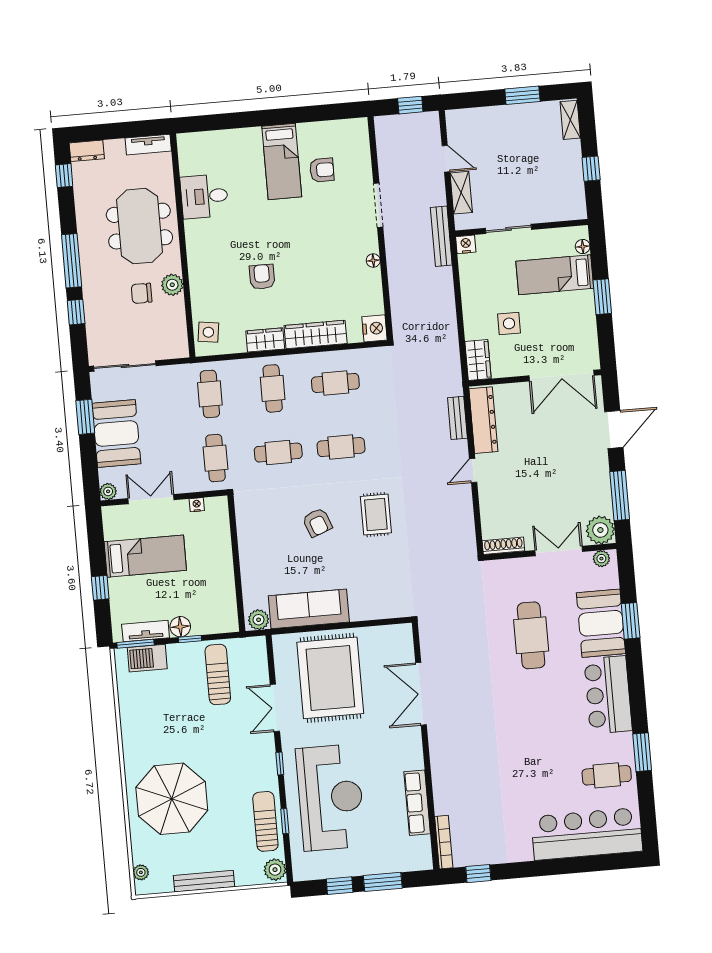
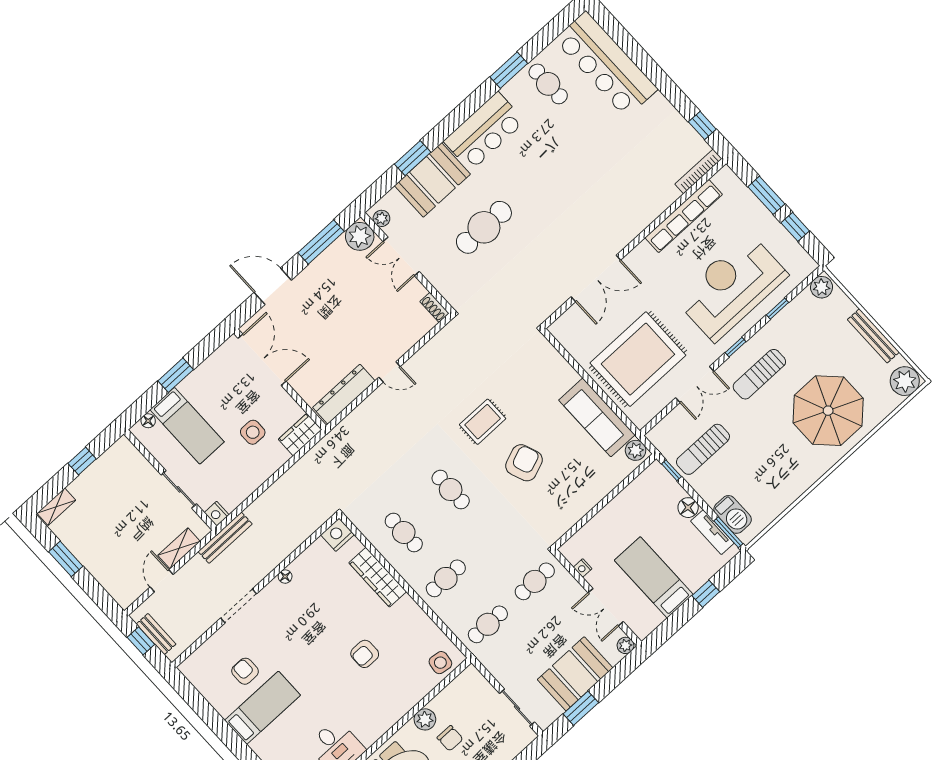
wardrobe: (265, 340) -> (412, 613), removed
sliding door: (125, 366) -> (517, 708), width x0.73
bench: (457, 418) -> (156, 634), moved, turned 90
cafe table: (278, 453) -> (493, 535), removed
armchair: (317, 522) -> (524, 463), width x1.38, depth x1.38
shoe rack: (503, 546) -> (434, 307), width x0.70
window: (190, 639) -> (671, 470), moved
row of seats: (417, 803) -> (684, 216), width x1.36
sun lounger: (265, 821) -> (759, 374), moved
plant: (141, 872) -> (905, 381), width x1.87, depth x1.87

